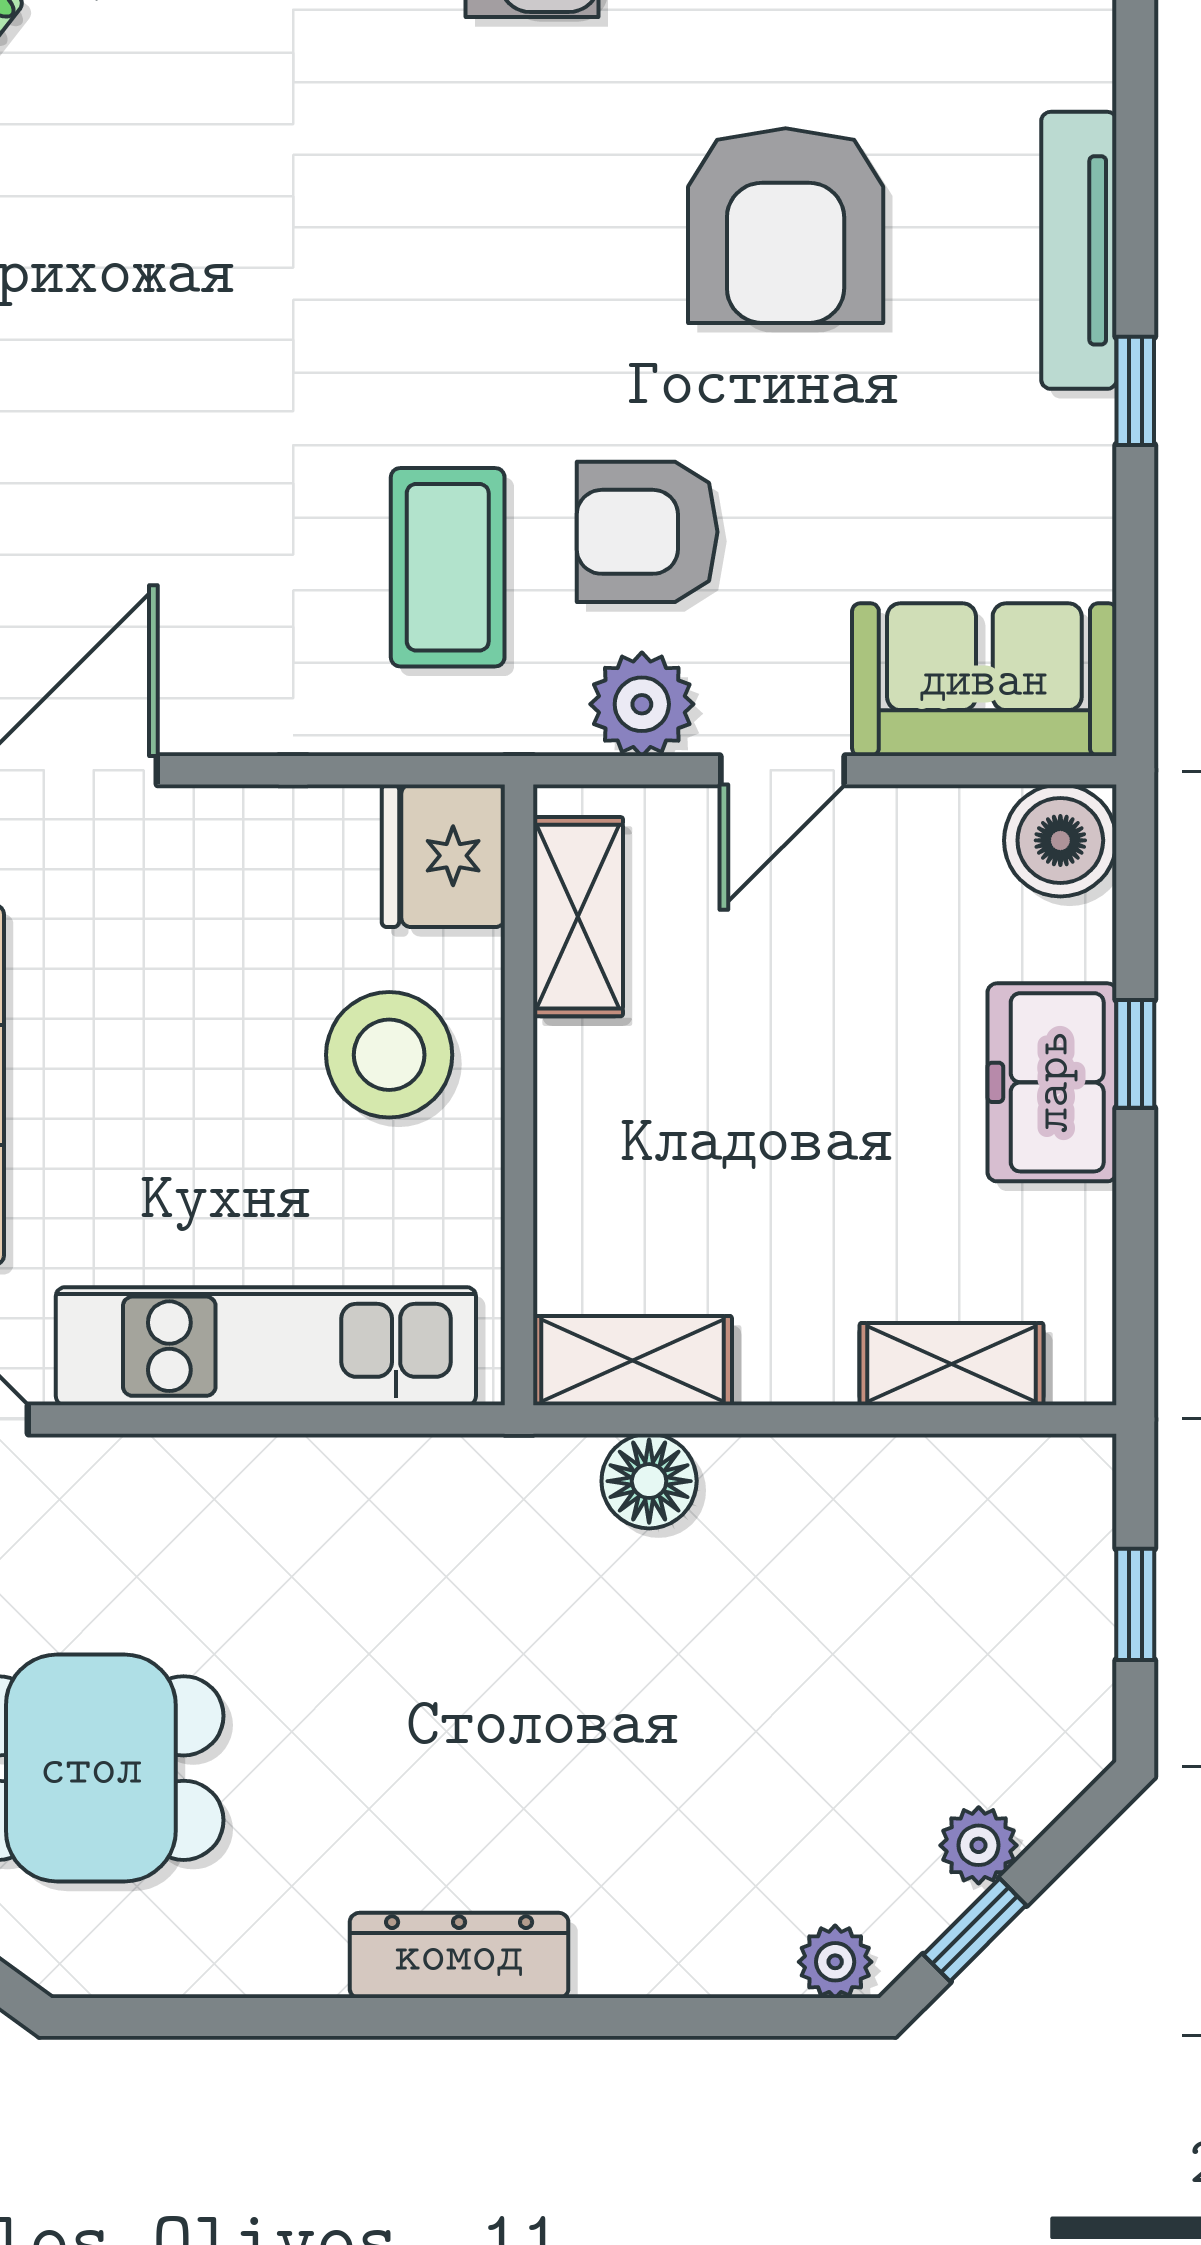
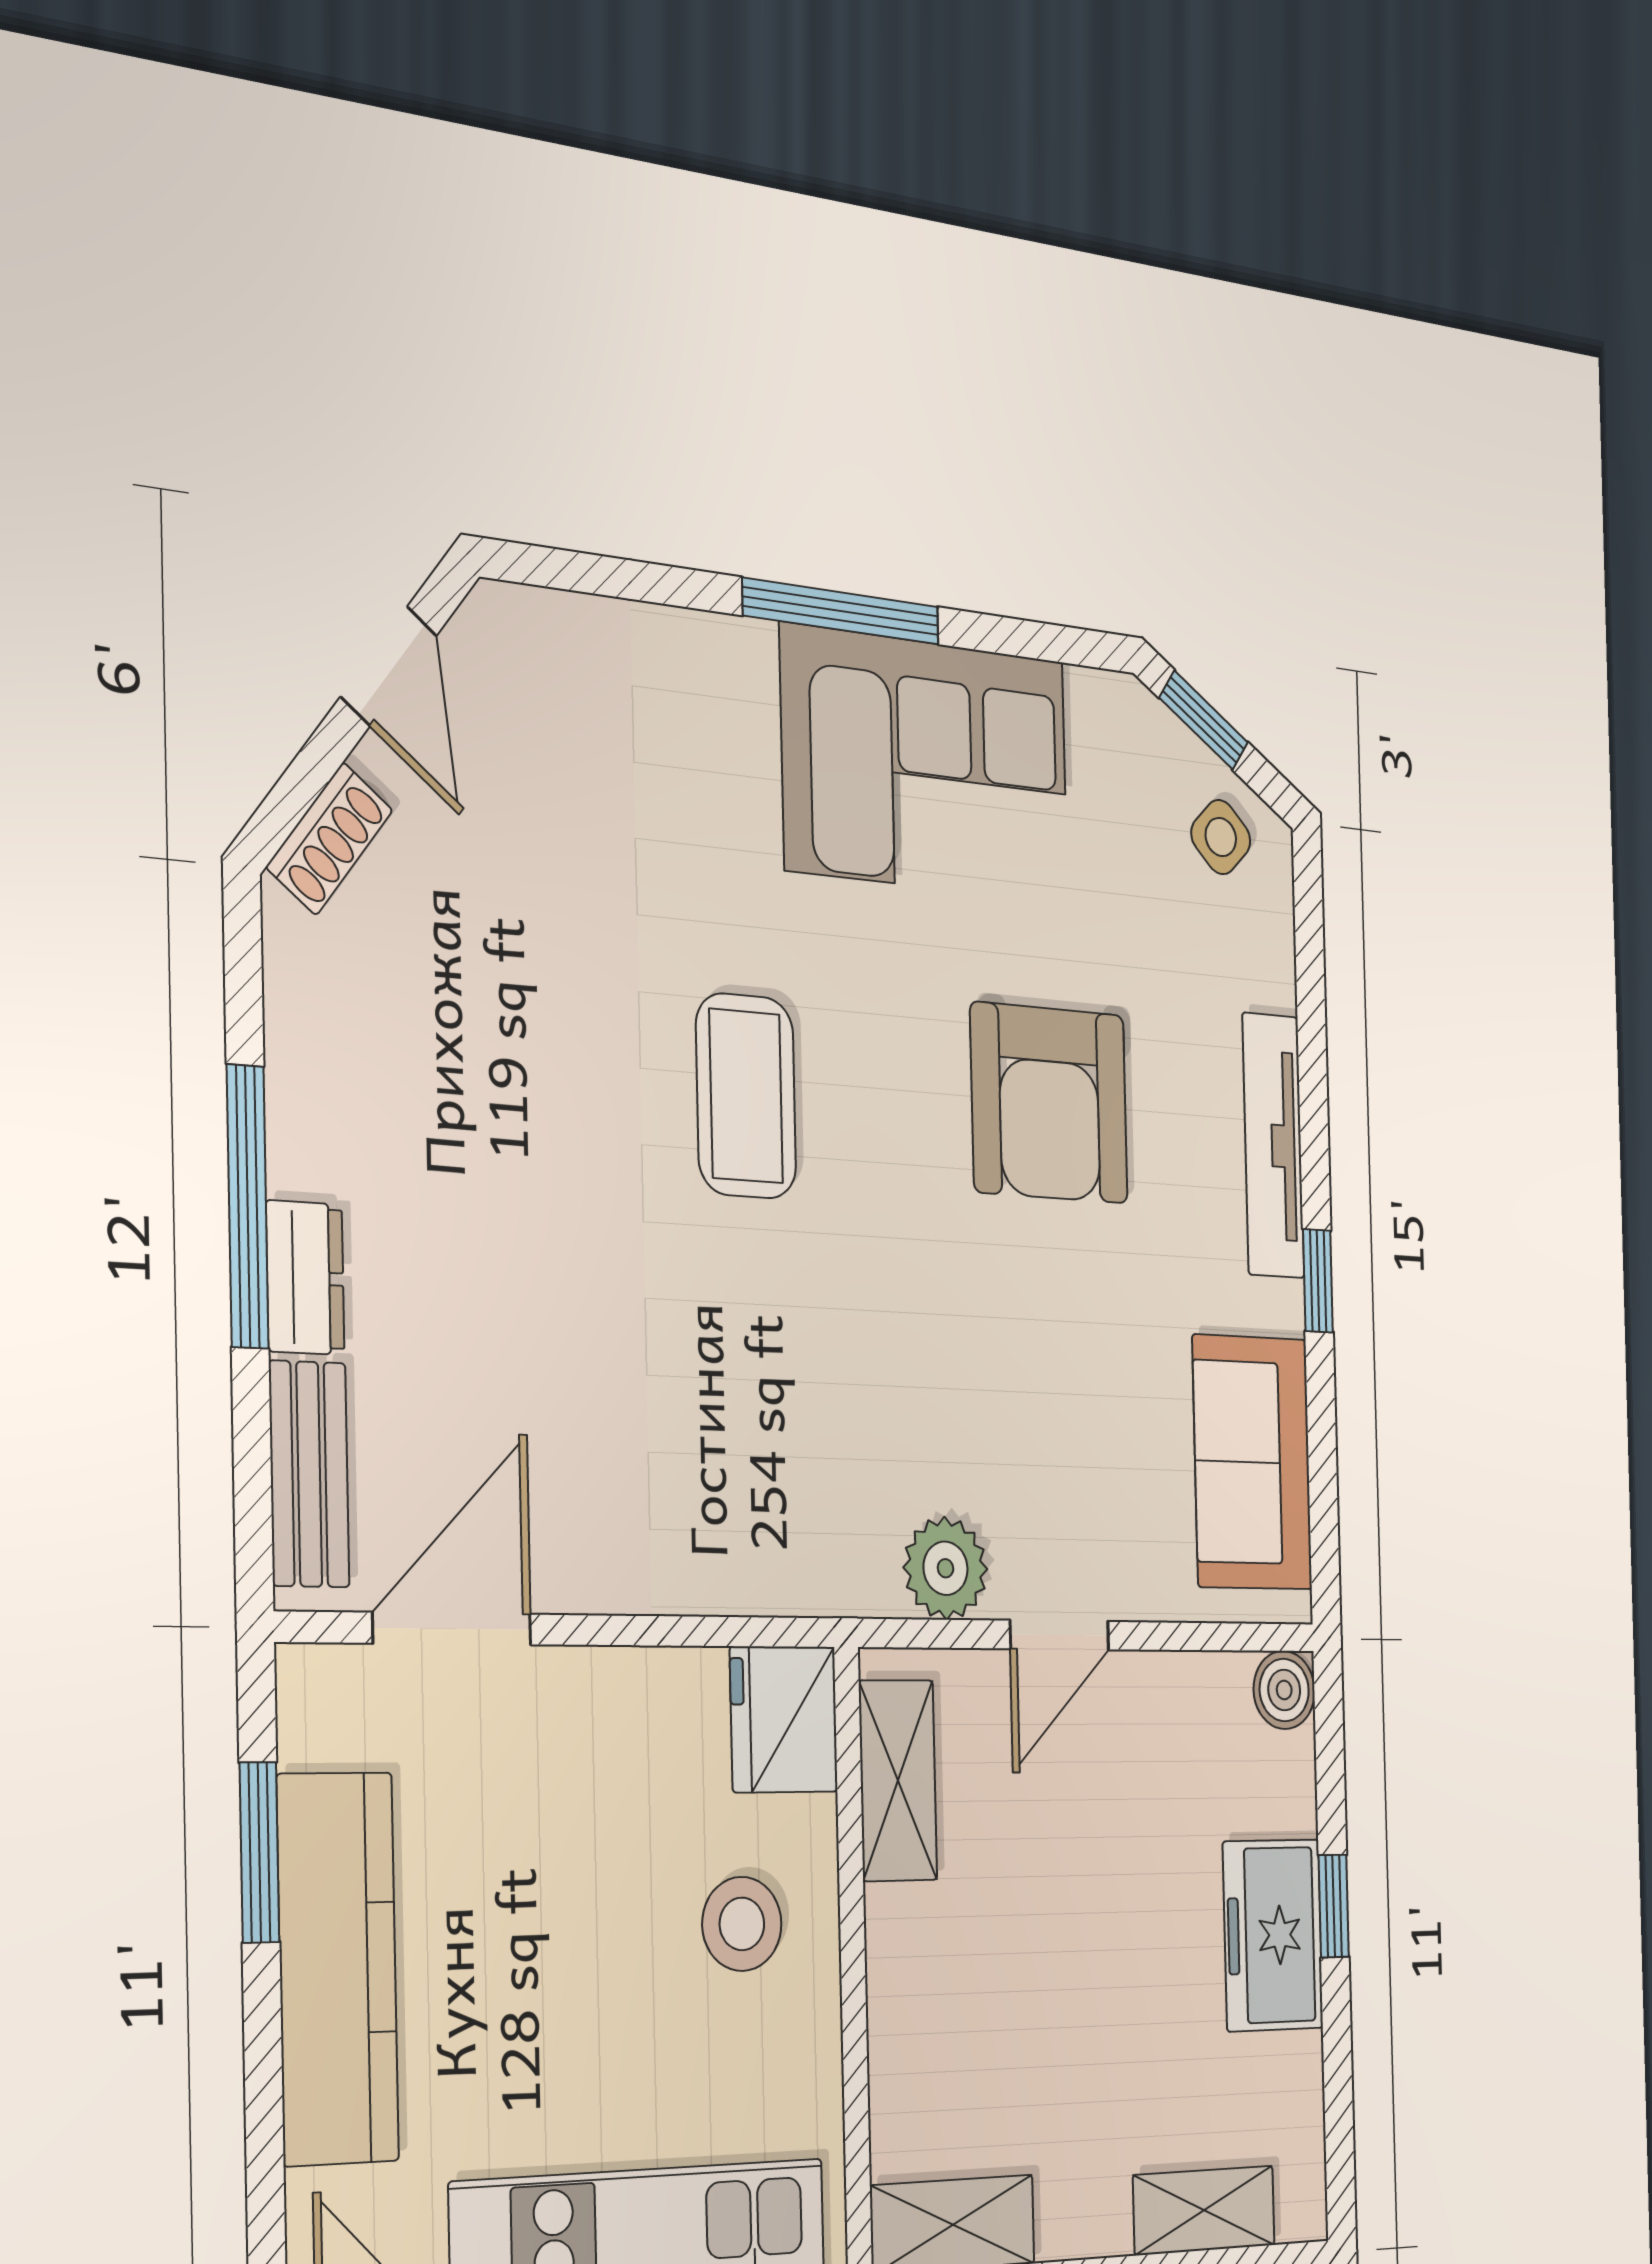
armchair: (647, 532) -> (946, 1397), removed
coffee table: (448, 567) -> (746, 1096), moved
sofa: (984, 680) -> (1252, 1462), moved, turned -90
boiler: (1060, 840) -> (1284, 1690), width x0.73, depth x0.73
stool: (389, 1055) -> (742, 1924), width x0.73, depth x0.73

